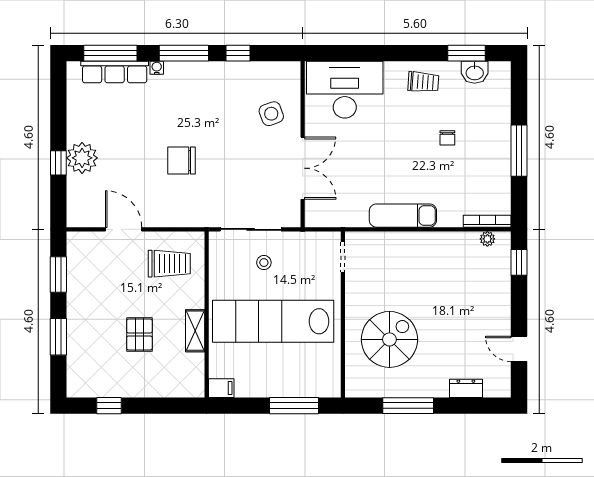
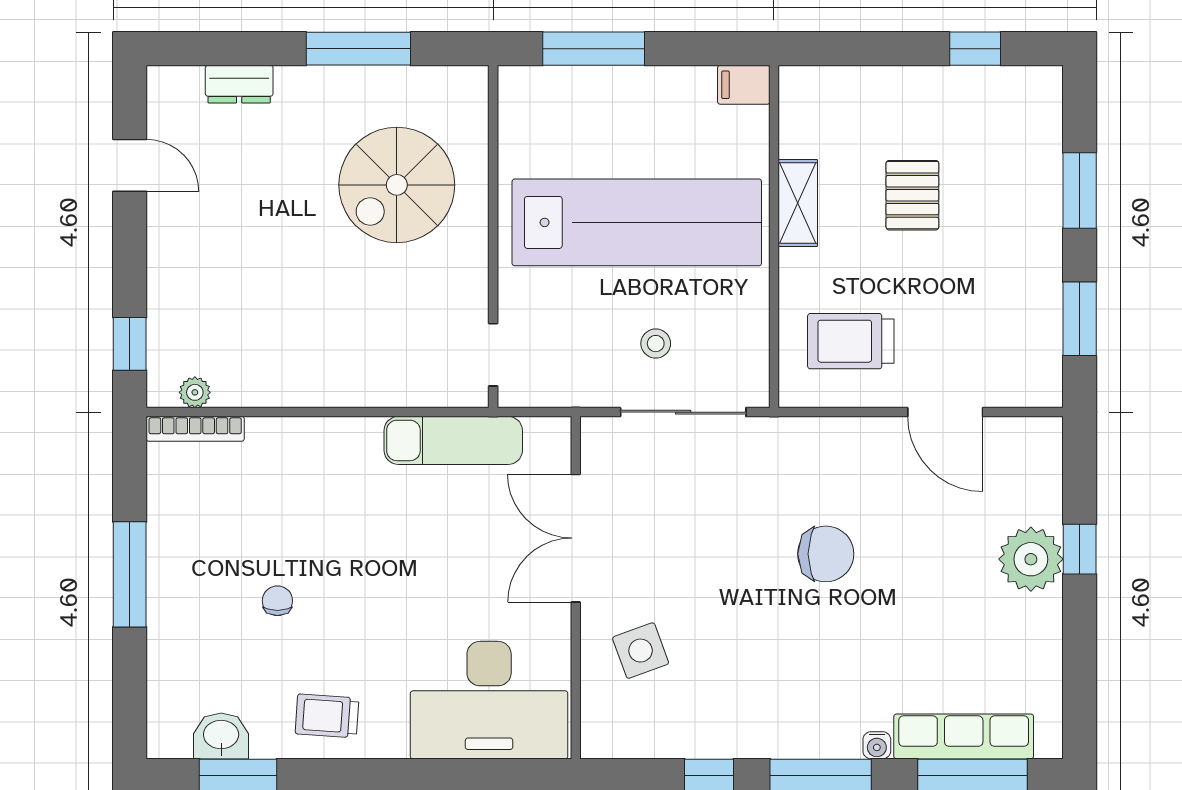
exam couch: (403, 216) -> (453, 440), moved

